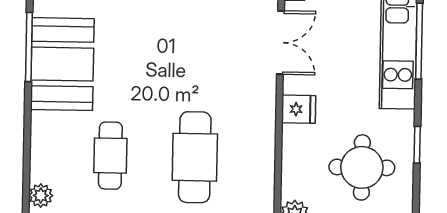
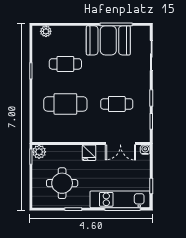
cafe table: (197, 49) -> (117, 104), added

